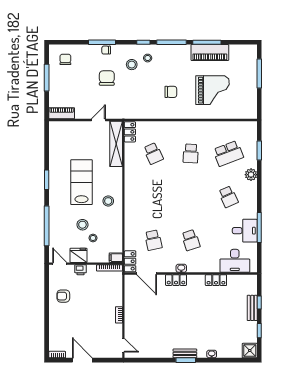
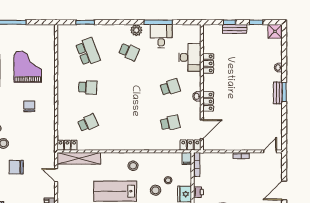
plant: (251, 175) -> (136, 30), moved
school desk: (228, 197) -> (129, 52), turned 48
desk: (235, 261) -> (190, 57), moved

